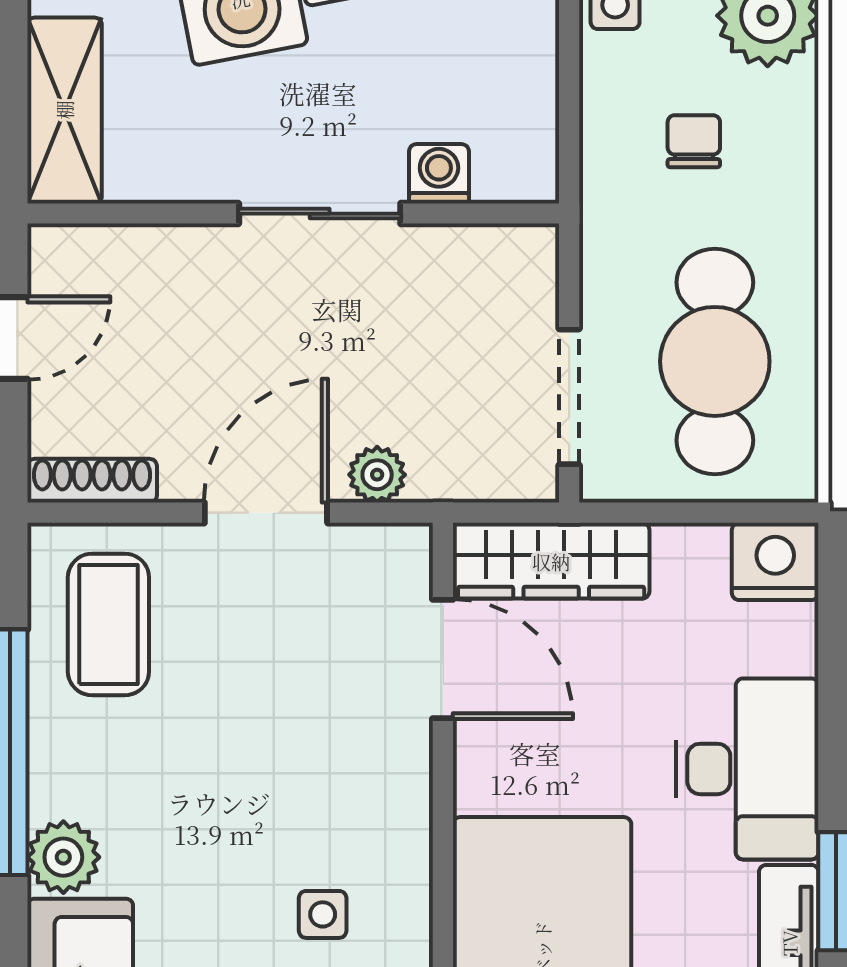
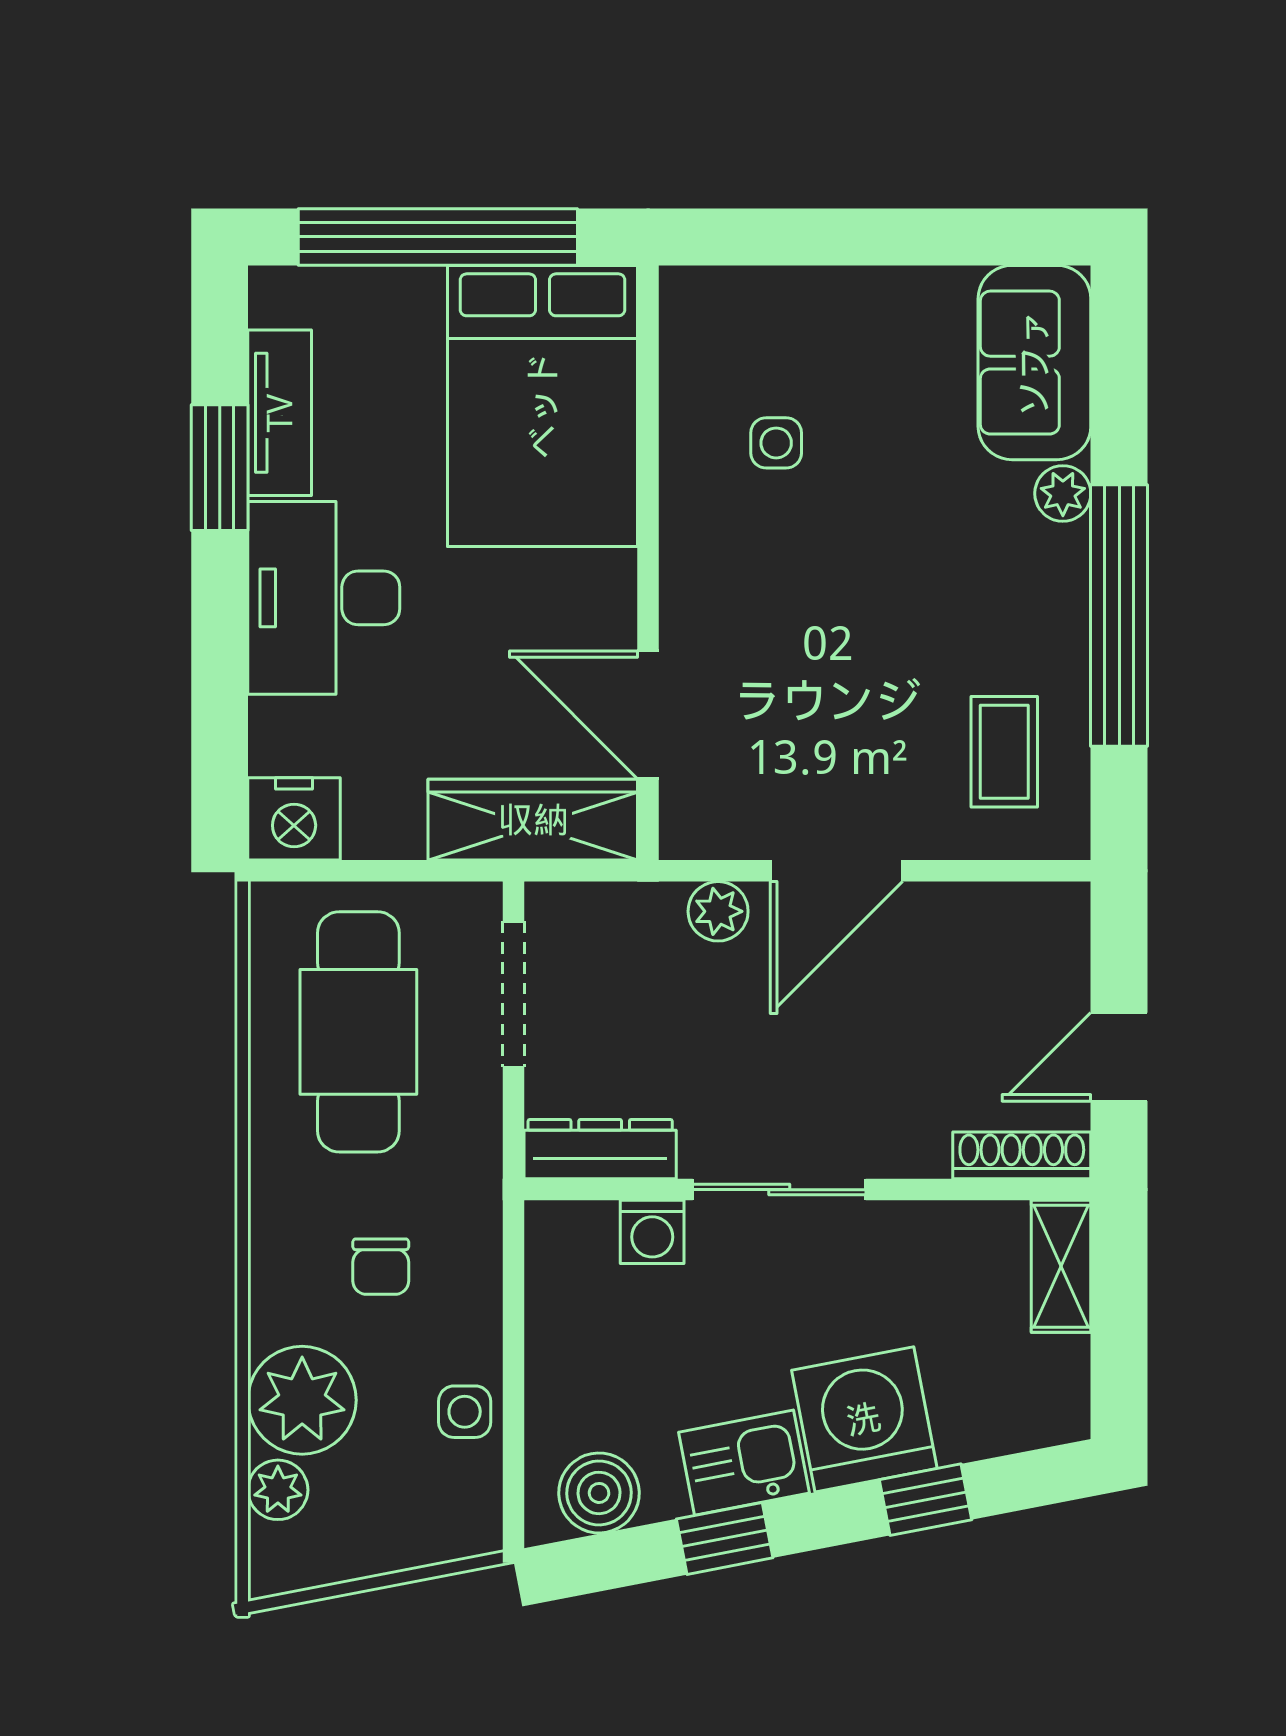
shelving: (64, 110) -> (1061, 1266), width x0.67, depth x0.75
dresser: (488, 251) -> (600, 1149), added
shoe rack: (92, 481) -> (1022, 1155), moved, turned 180
coffee table: (108, 624) -> (1004, 752), width x0.73, depth x0.77
plant: (63, 857) -> (1063, 493), width x0.73, depth x0.73

